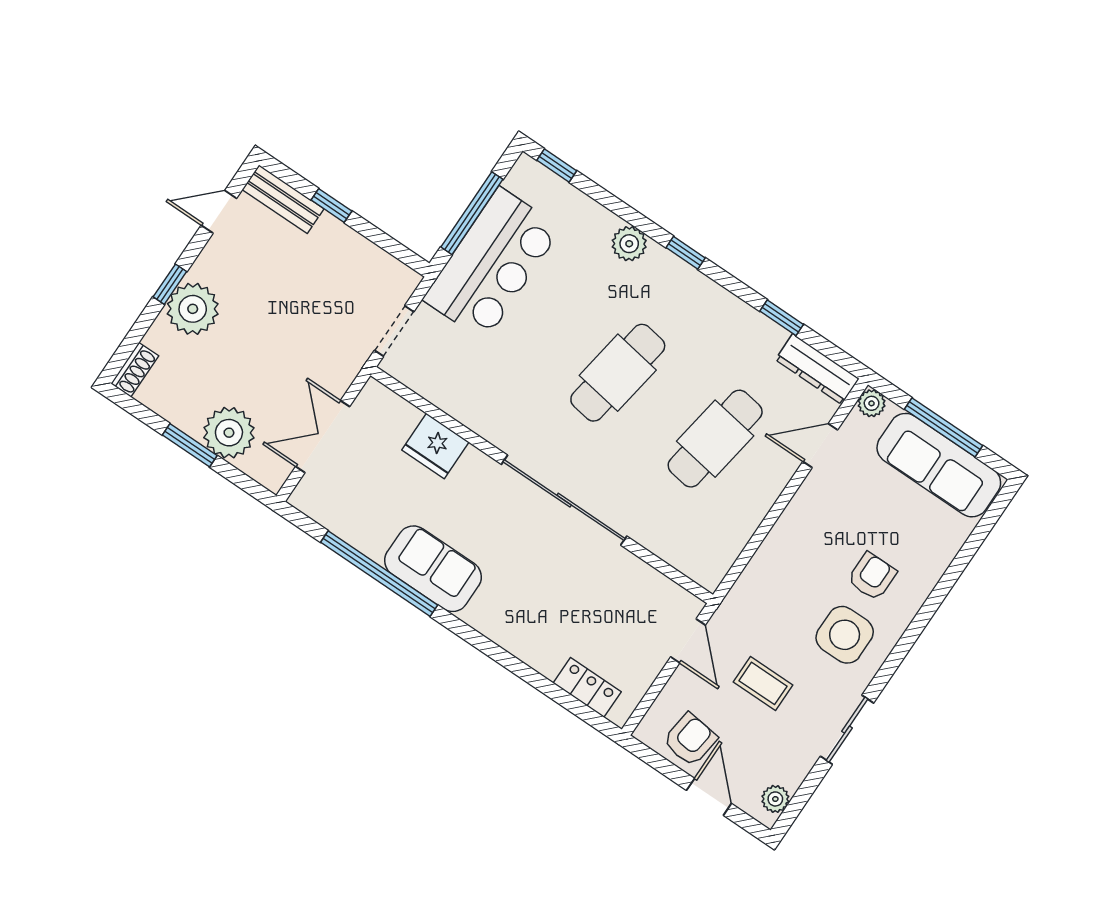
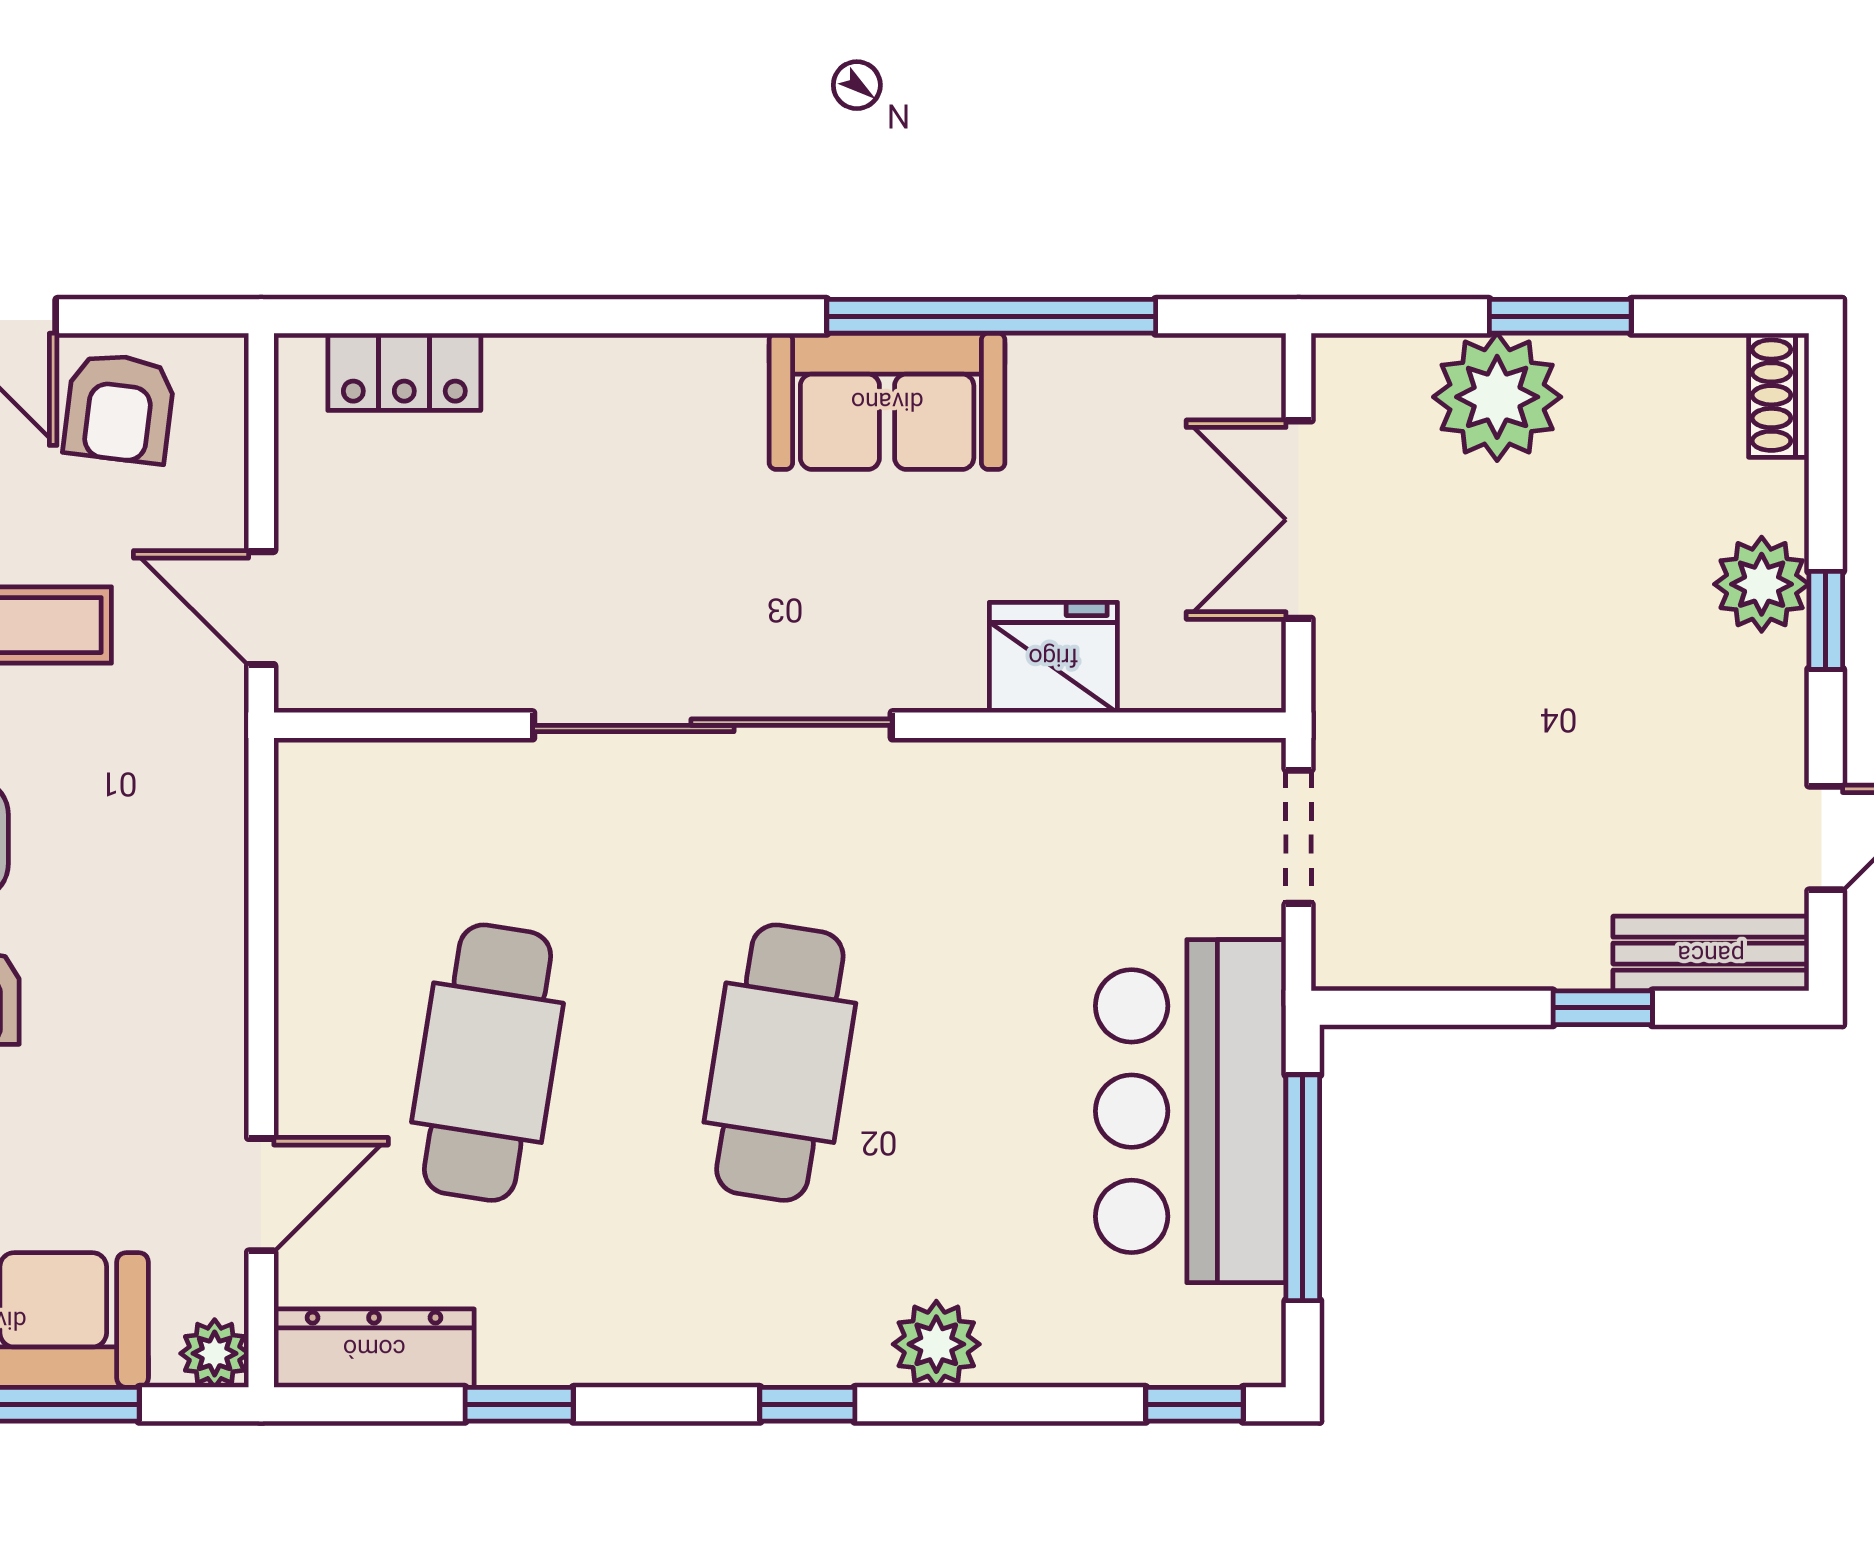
plant: (193, 309) -> (1762, 584), width x0.73, depth x0.73
double door: (323, 437) -> (1299, 520), swing flipped

